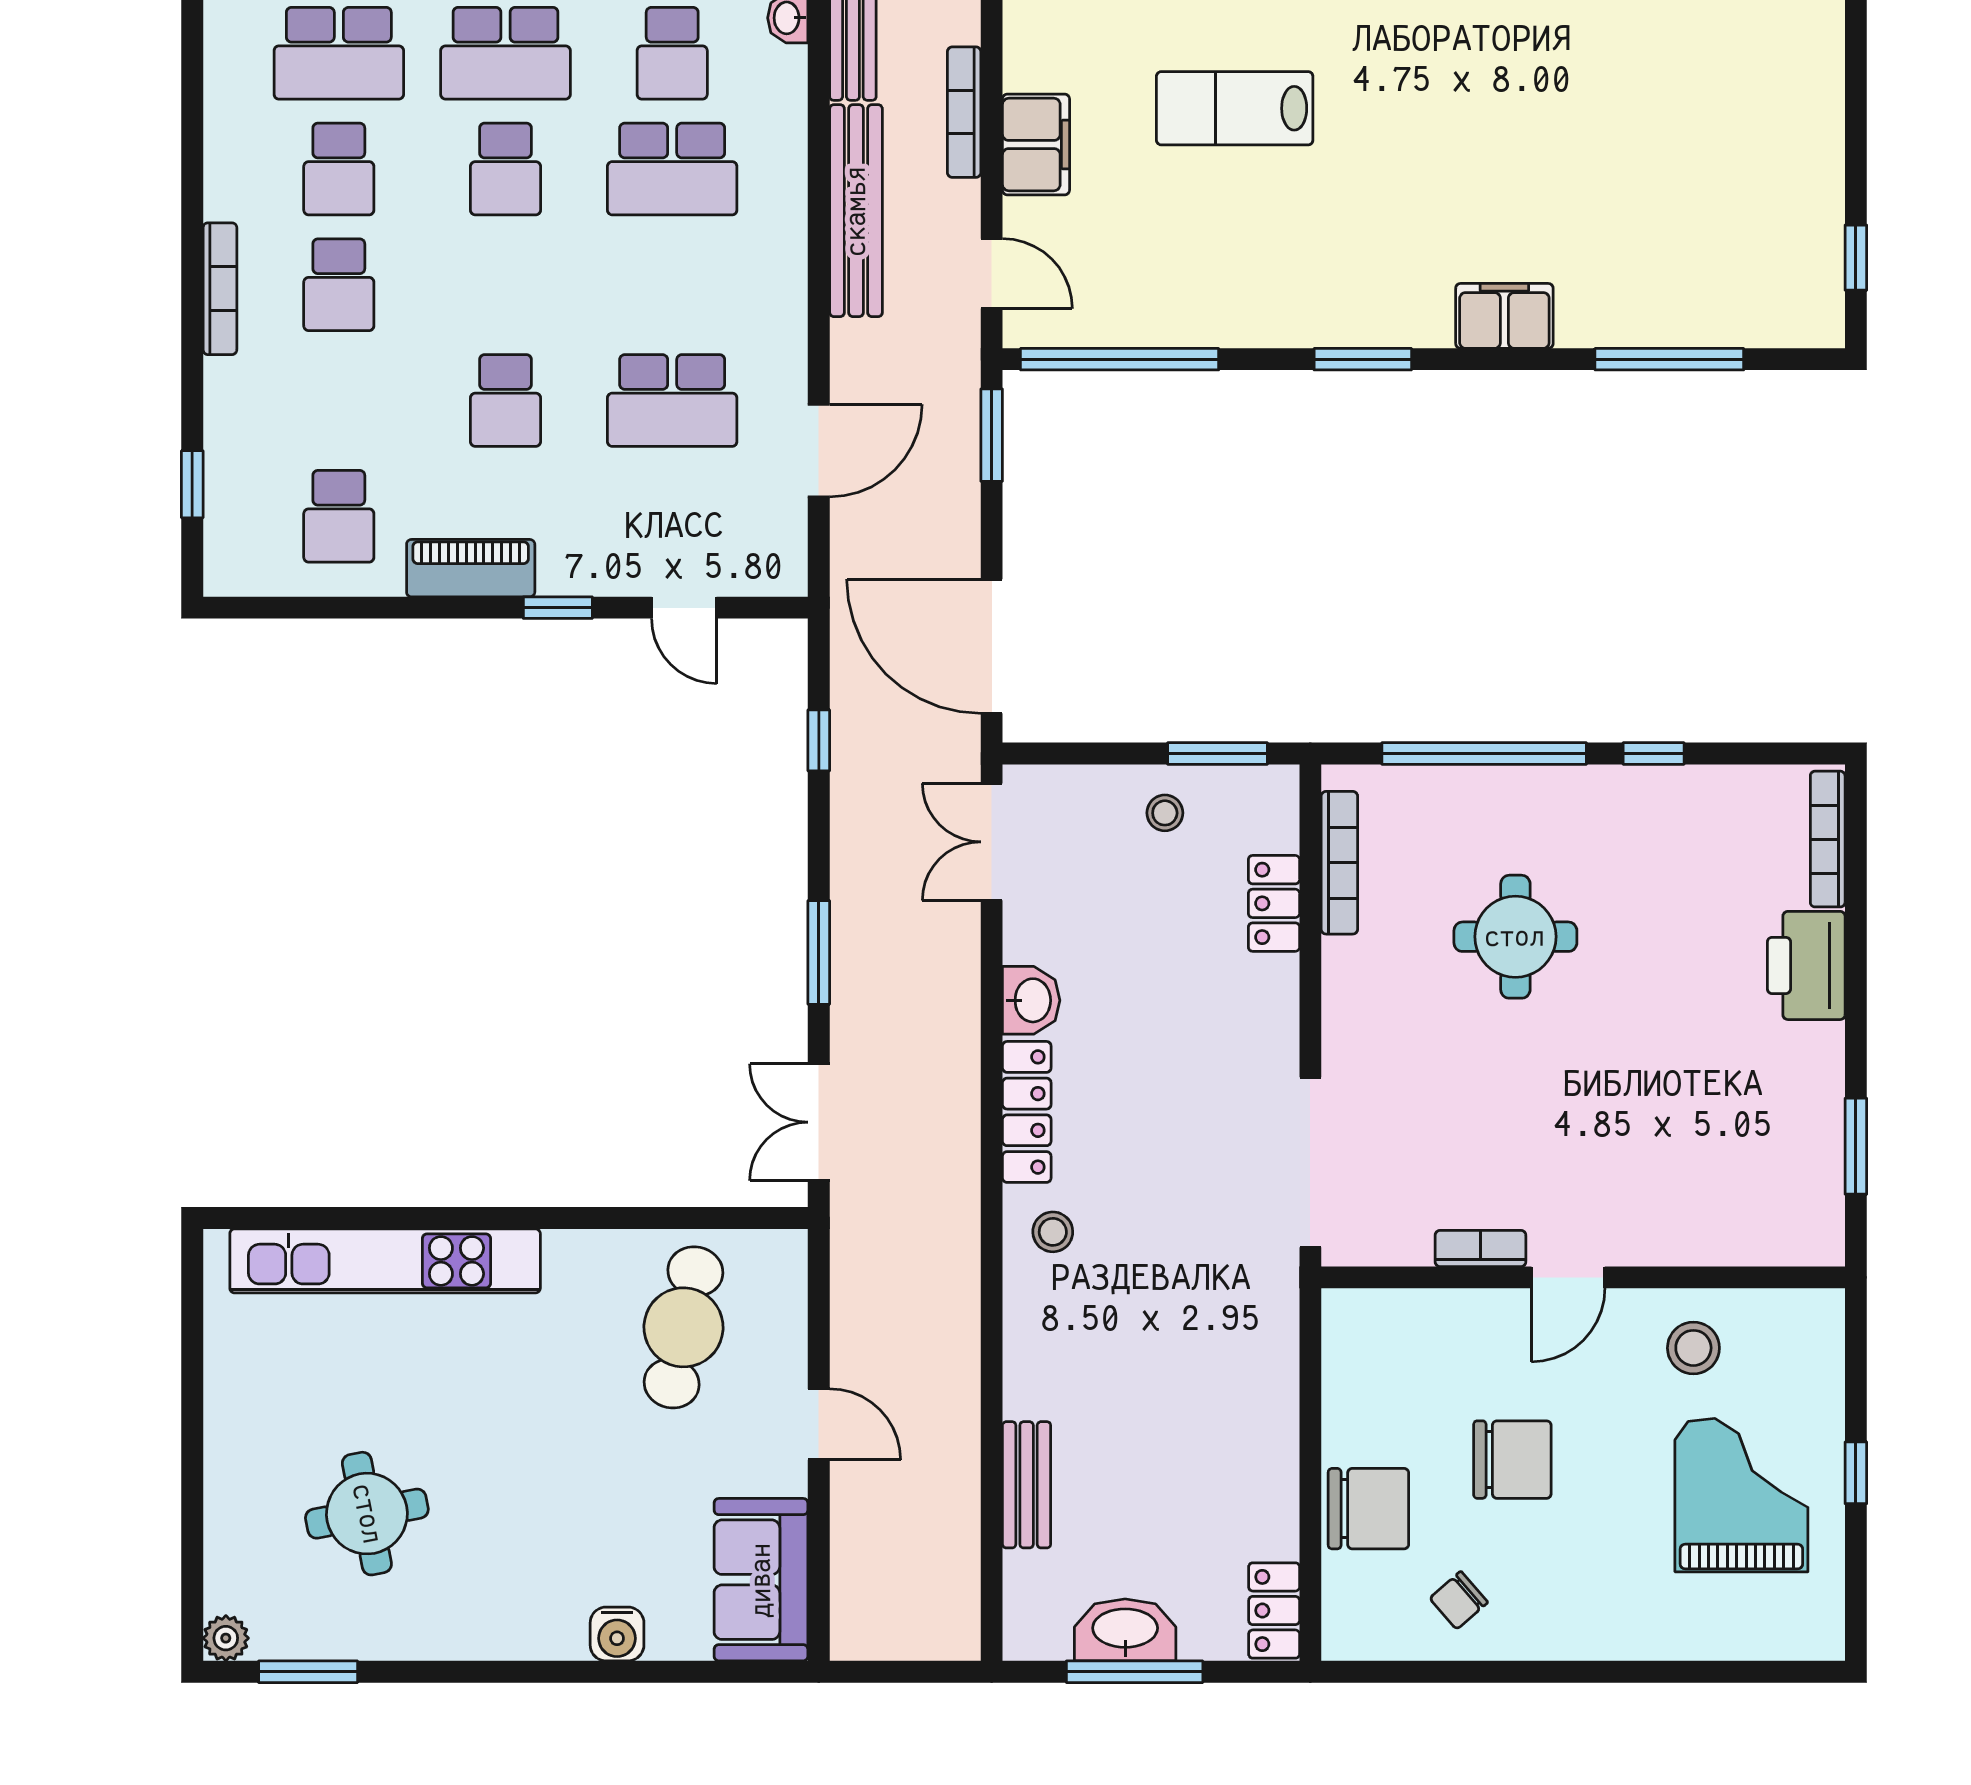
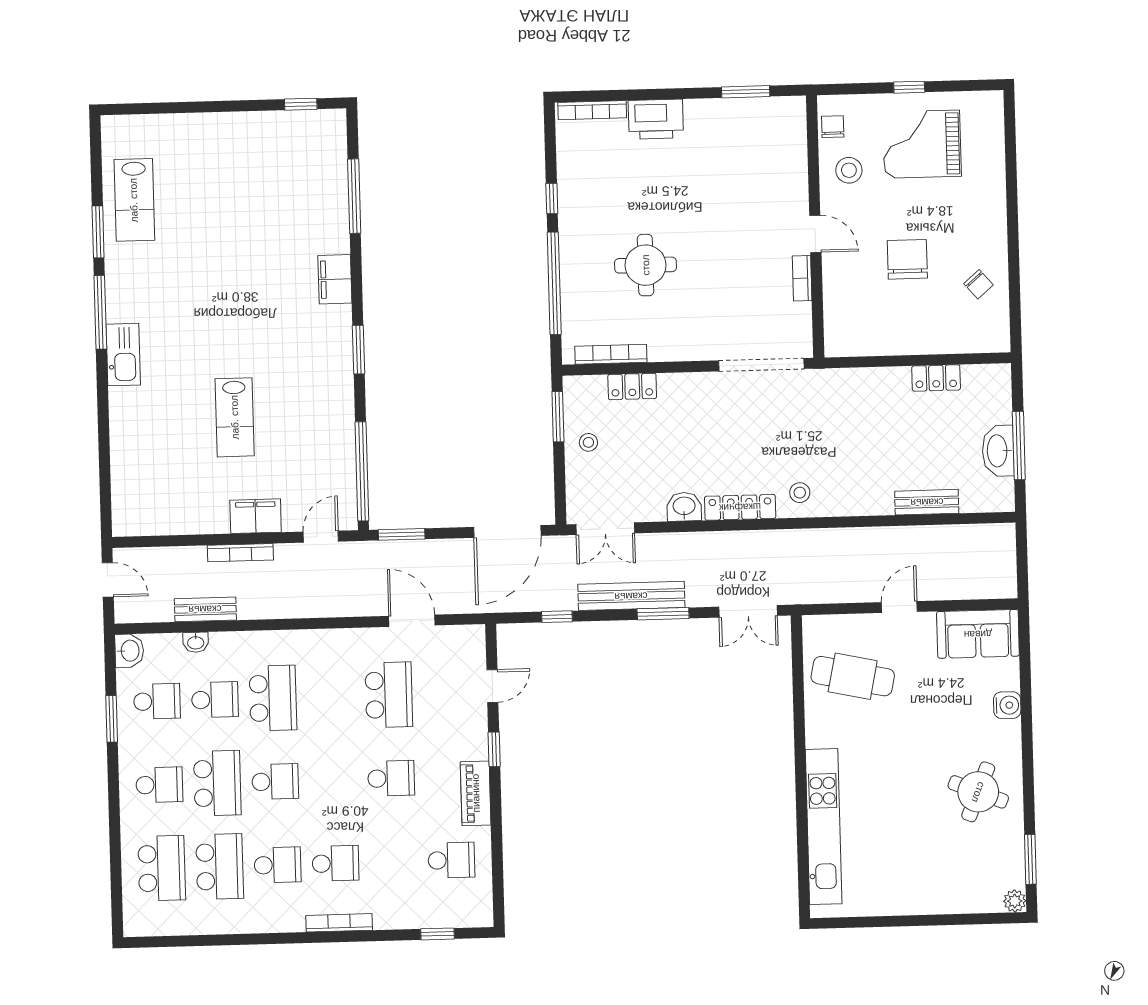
bench: (856, 211) -> (631, 596), moved
chair: (1368, 1509) -> (833, 127), moved, width x0.54, depth x0.54
round table: (367, 1514) -> (978, 792), moved, turned 33
locker: (1274, 1611) -> (936, 378), moved

